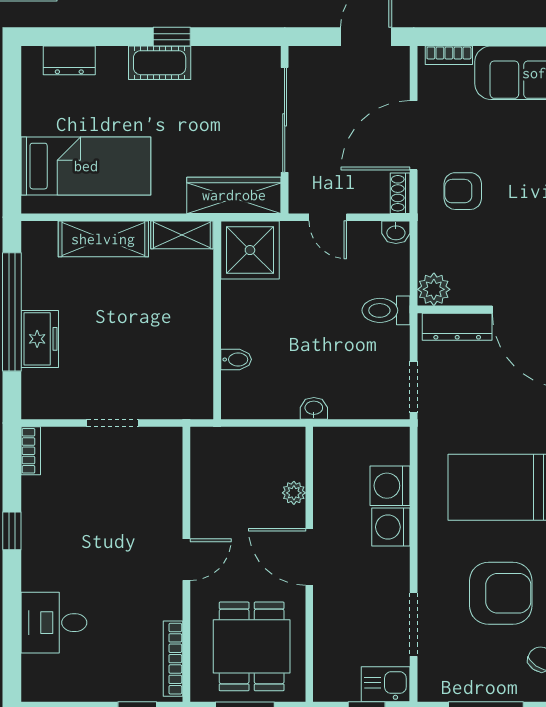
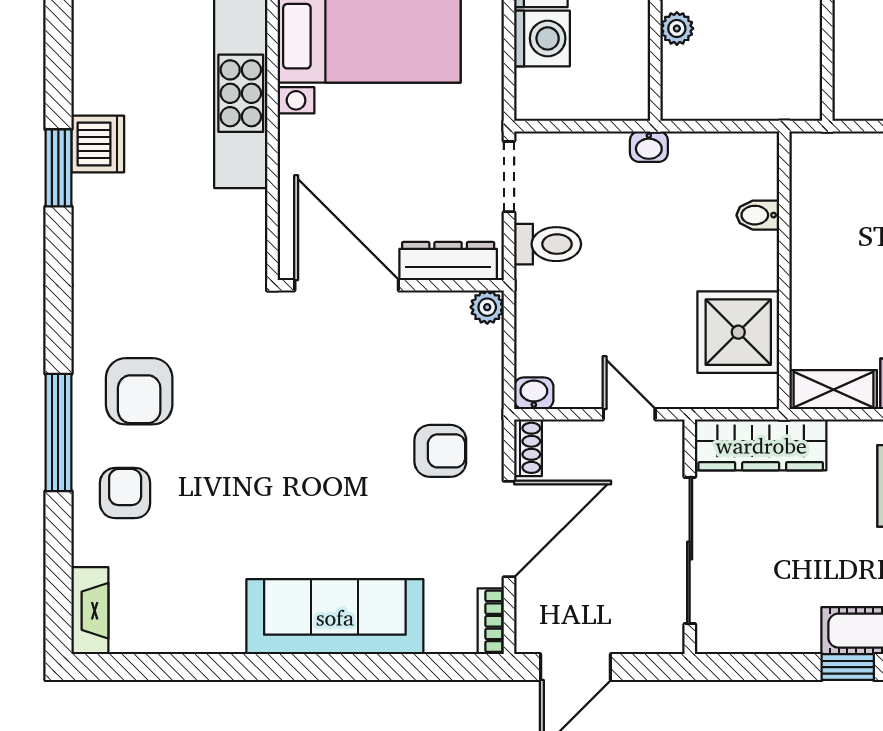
bookcase: (449, 55) -> (491, 621), moved, turned -90
shower: (250, 250) -> (738, 332), moved
plant: (434, 289) -> (487, 307), width x0.73, depth x0.73
toilet: (386, 310) -> (548, 244), moved

